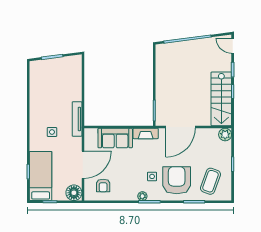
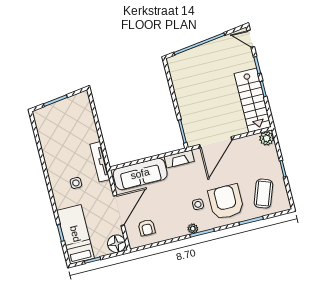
sofa: (115, 138) -> (140, 174), width x1.36

